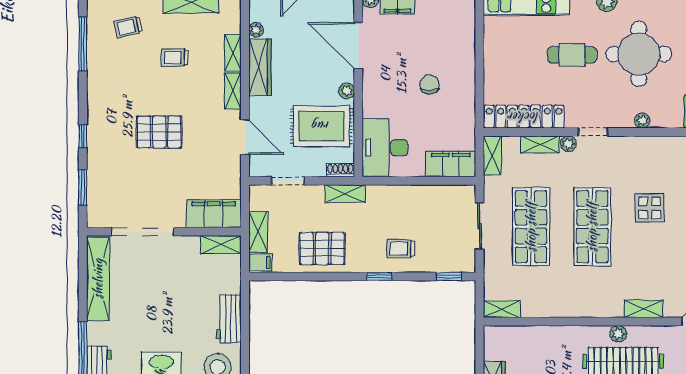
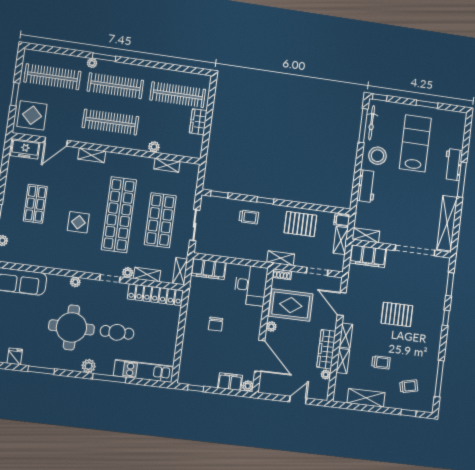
shop shelf: (592, 227) -> (119, 215), width x1.40
shelving: (502, 309) -> (167, 165), moved
plant: (618, 334) -> (154, 147), moved

